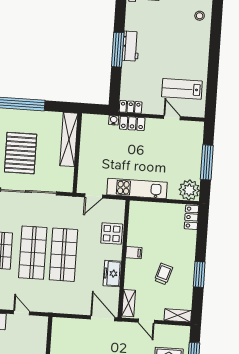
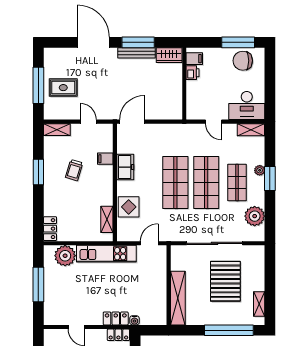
plant: (189, 190) -> (65, 256), moved
filing cabinet: (134, 253) -> (105, 159), moved
shelving: (129, 303) -> (107, 219), moved
door: (103, 318) -> (132, 122), swing flipped

